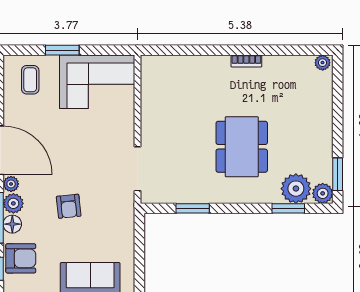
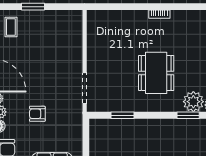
corner sofa: (97, 82) -> (57, 28), removed
armchair: (69, 206) -> (37, 114), turned 96

